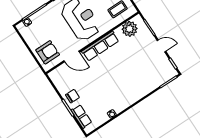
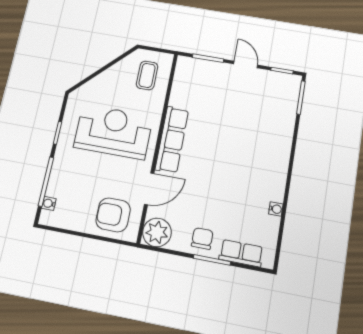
plant: (130, 29) -> (157, 232), moved
door: (161, 46) -> (246, 64), hinge flipped
armchair: (48, 52) -> (113, 215), turned -90

